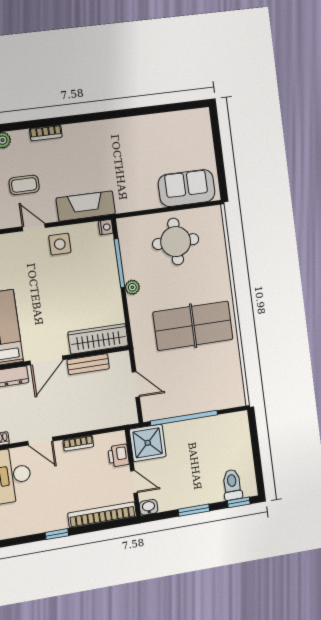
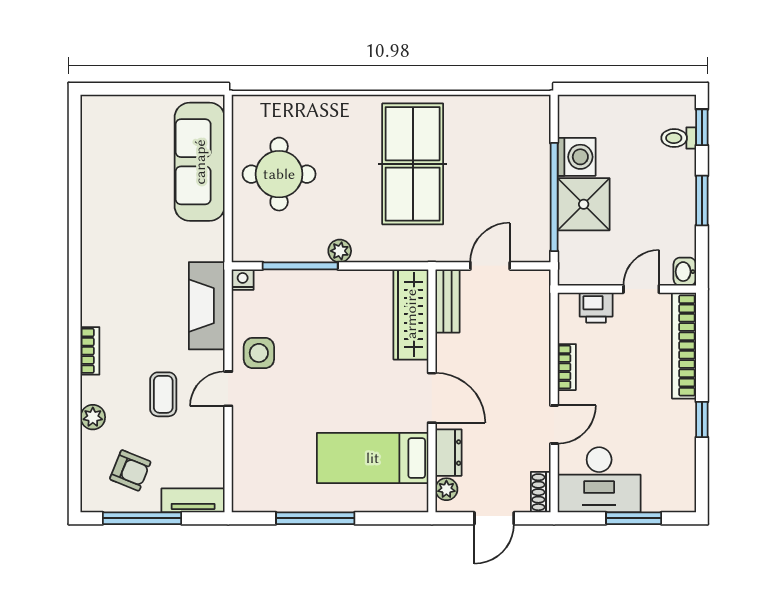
sofa: (187, 188) -> (200, 162), width x1.36
bench: (88, 364) -> (447, 301), moved
washing machine: (211, 428) -> (577, 157), added
shower: (148, 443) -> (584, 204), moved
toilet: (232, 485) -> (679, 138), width x0.73, depth x0.72

